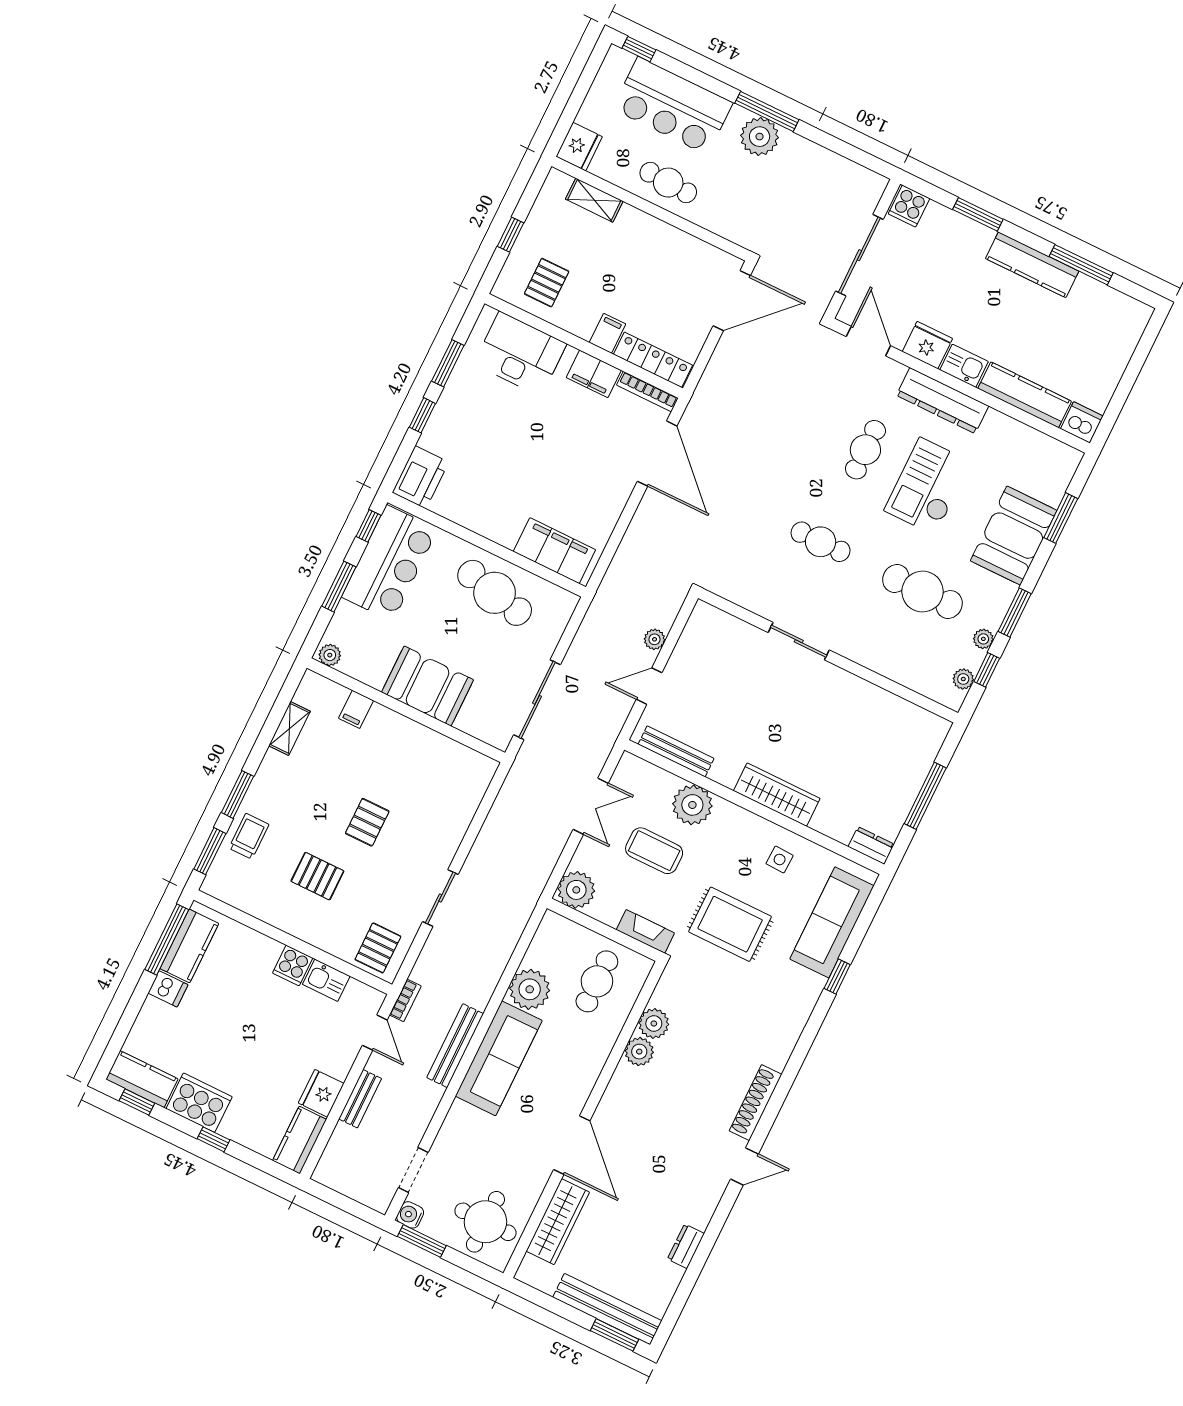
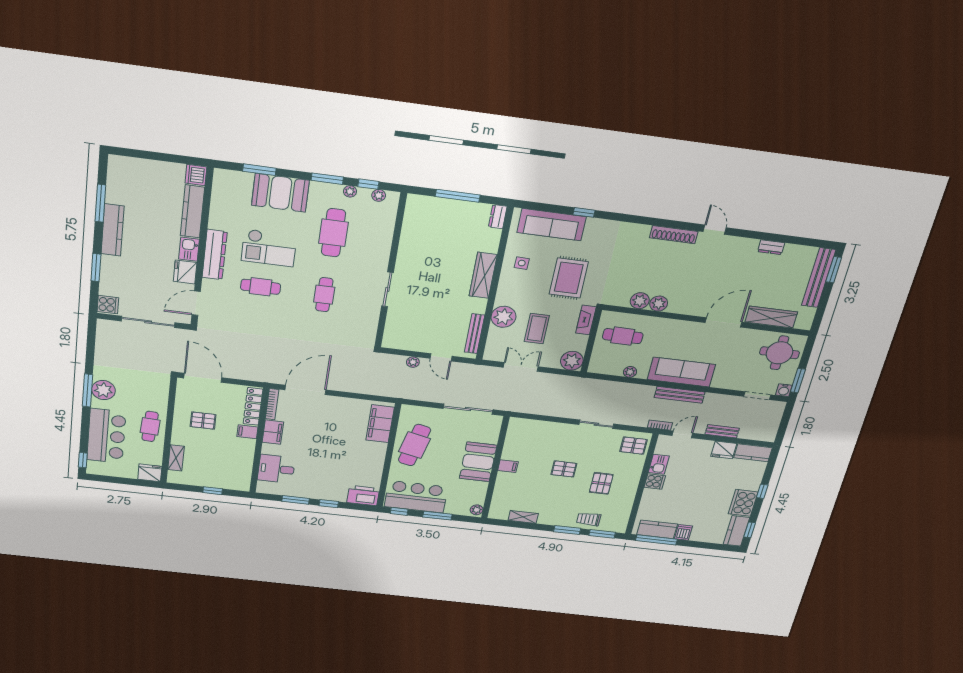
pallet: (547, 283) -> (203, 421), moved
desk: (520, 354) -> (276, 469), width x0.73
filing cabinet: (356, 709) -> (508, 466), moved
plant: (530, 989) -> (630, 372), width x0.53, depth x0.53

